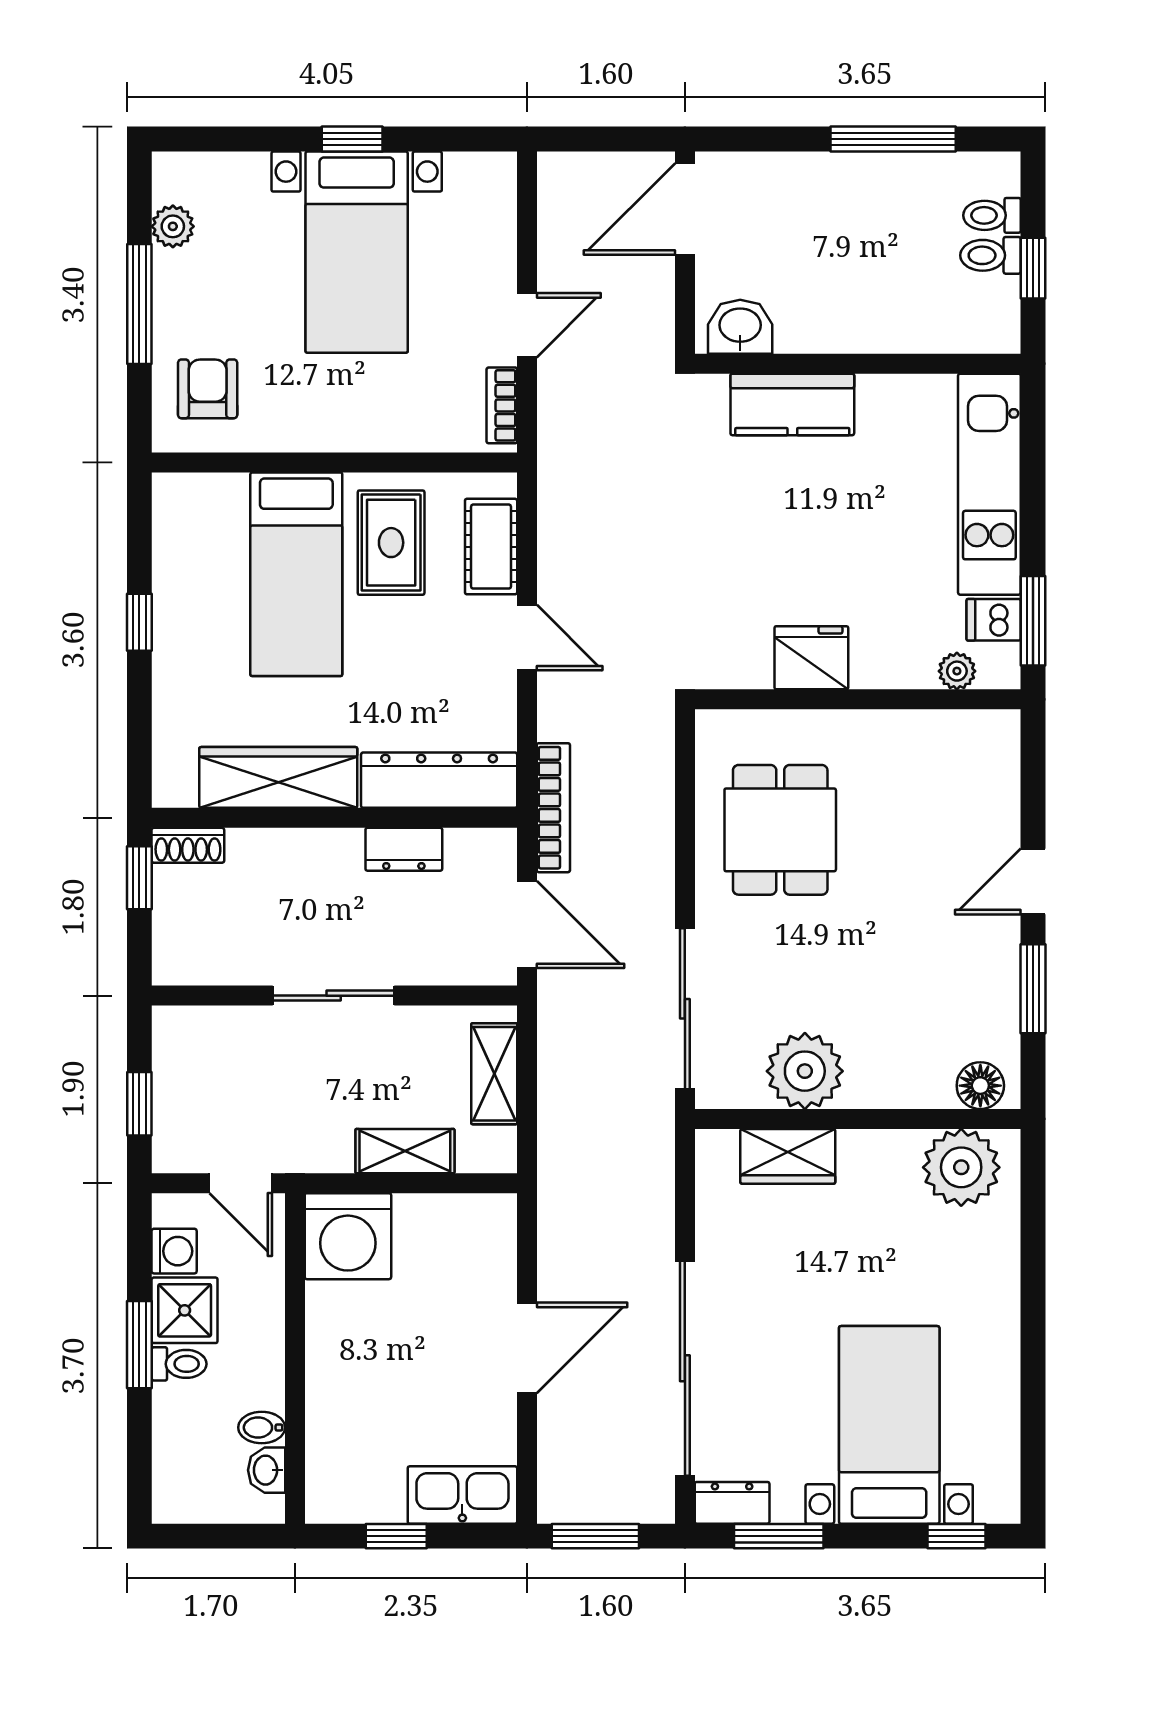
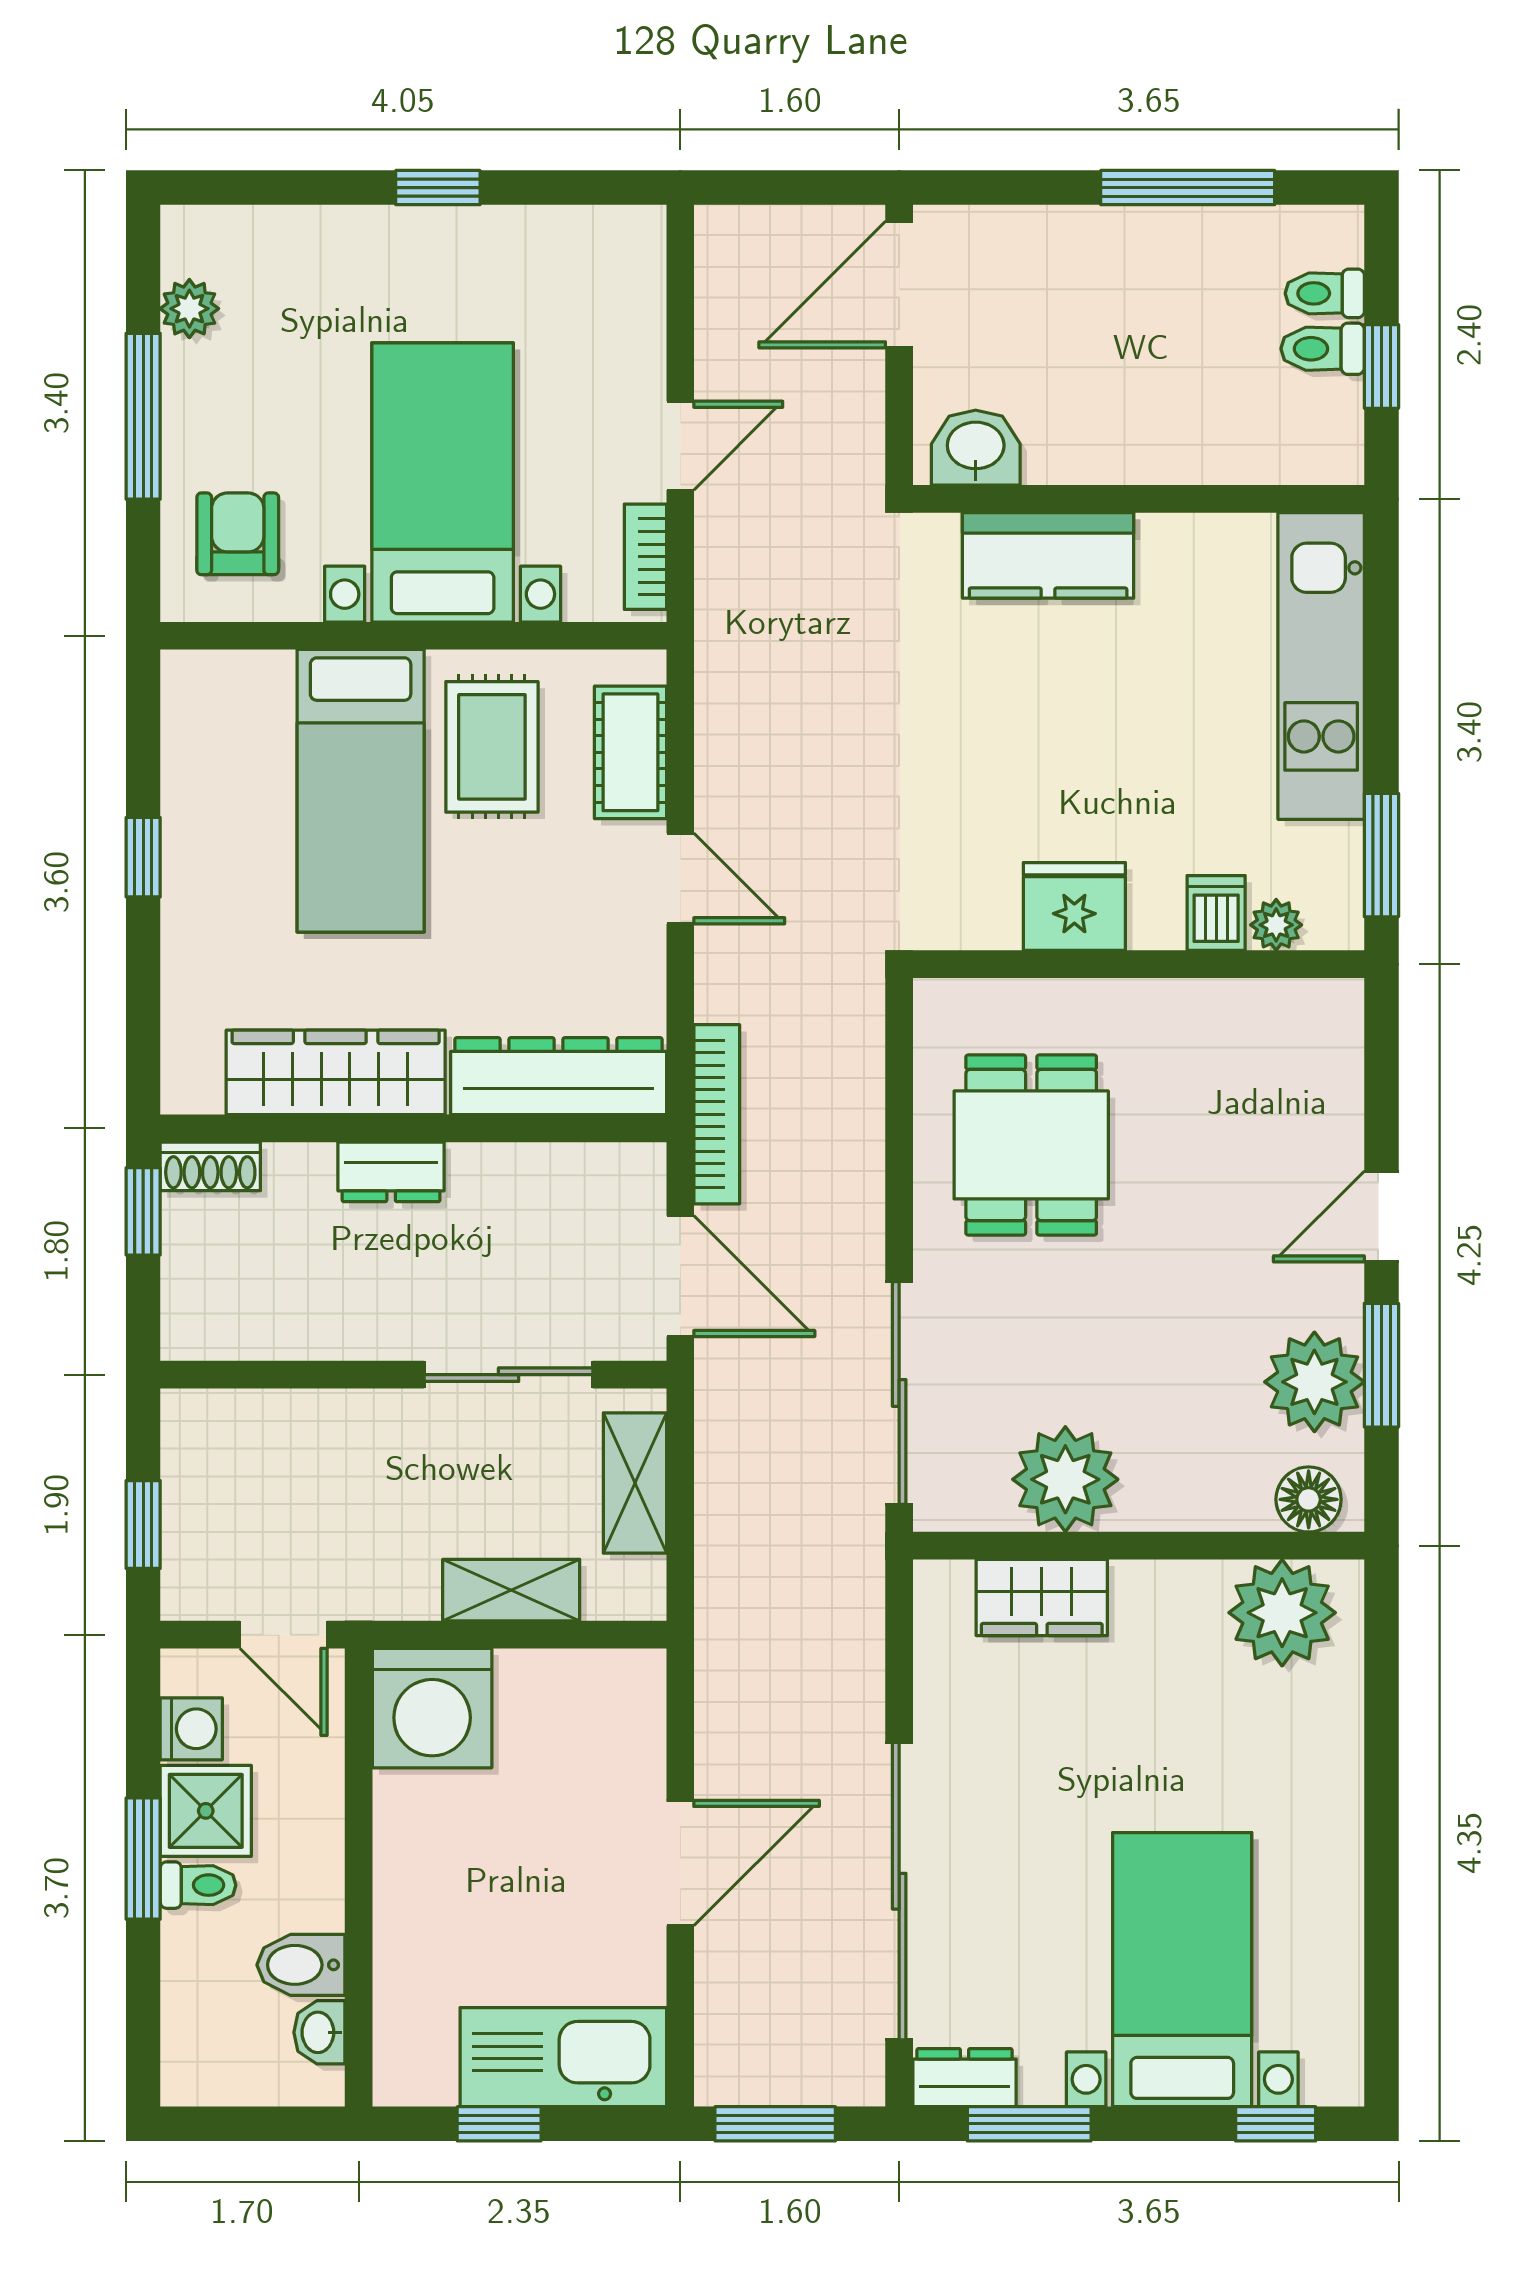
bed with nightstands: (357, 252) -> (443, 482), moved, turned 180
dishwasher: (994, 620) -> (1216, 913), moved, turned 90
dresser: (404, 849) -> (391, 1172), moved
sliding door: (334, 996) -> (509, 1375), moved
plant: (985, 1001) -> (1314, 1382), added
bidet: (262, 1427) -> (301, 1965), width x1.38, depth x1.36
kitchen sink: (462, 1495) -> (563, 2057), width x1.36, depth x1.24

